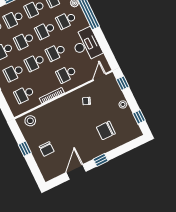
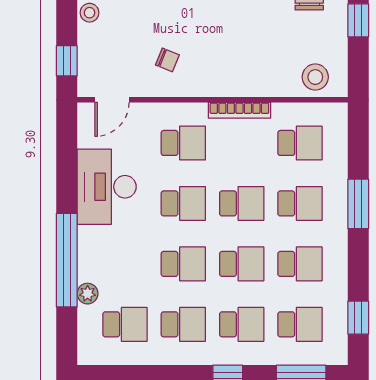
school desk: (66, 20) -> (125, 264), removed

